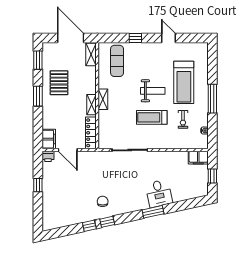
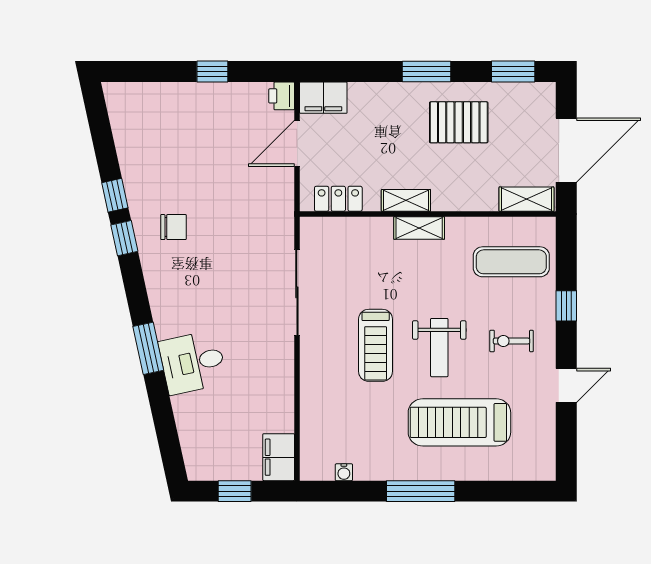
treadmill: (152, 117) -> (376, 345), turned 180
exercise bike: (183, 119) -> (512, 341), moved
locker: (91, 133) -> (338, 199), width x0.66

